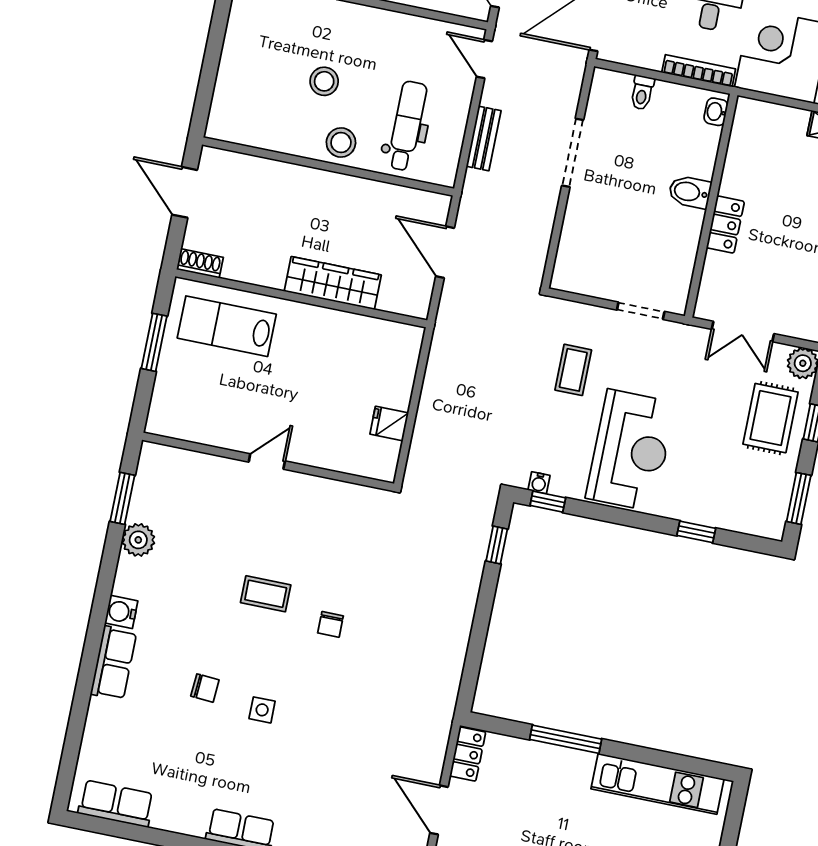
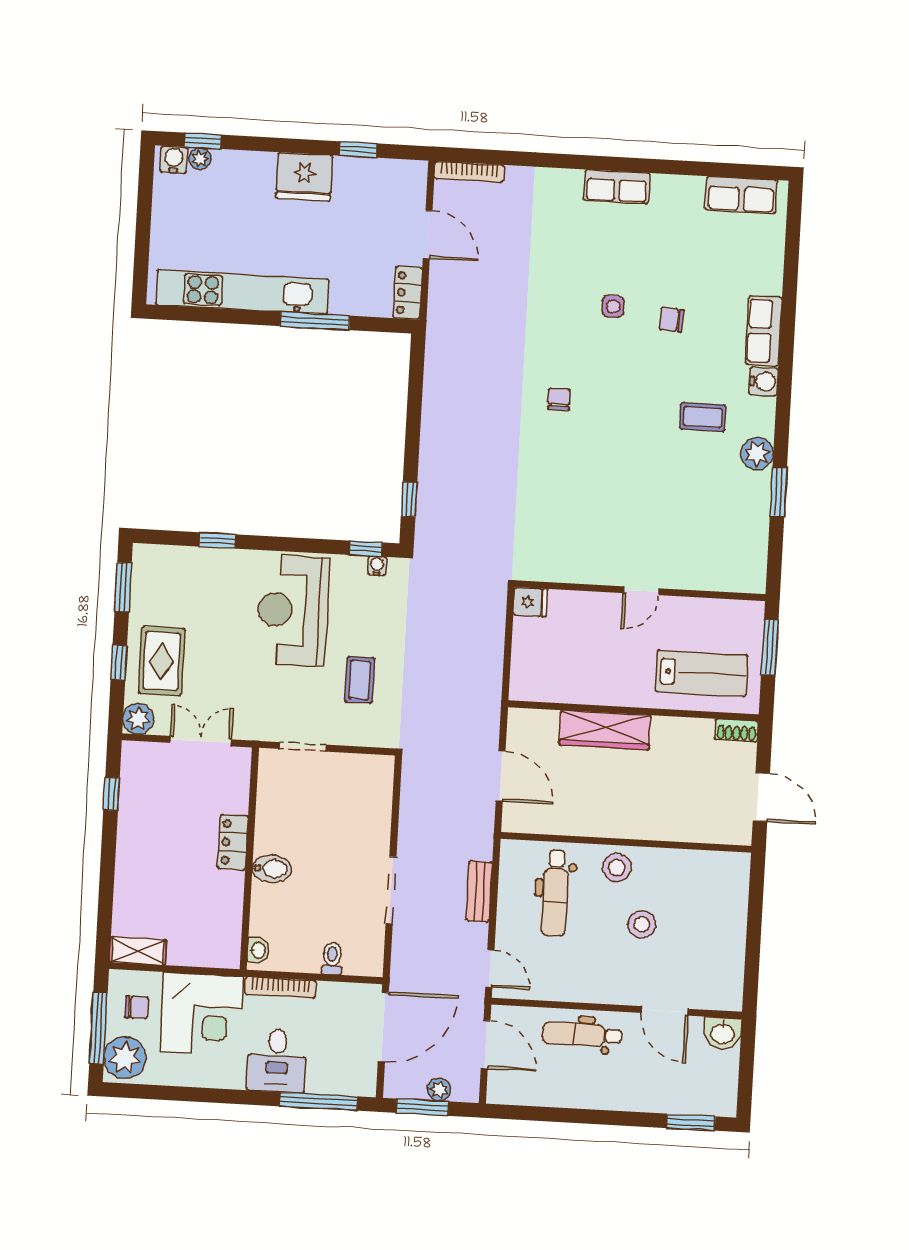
door: (267, 461) -> (641, 591), moved
wall: (268, 462) -> (640, 591), moved
coffee table: (266, 594) -> (703, 417), moved
kitchen unit: (657, 784) -> (242, 292), width x1.36

